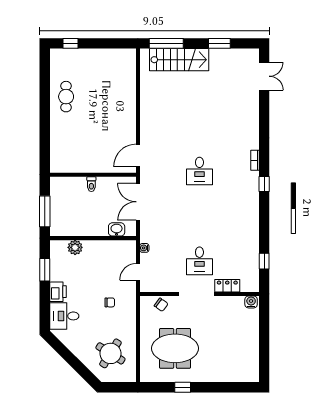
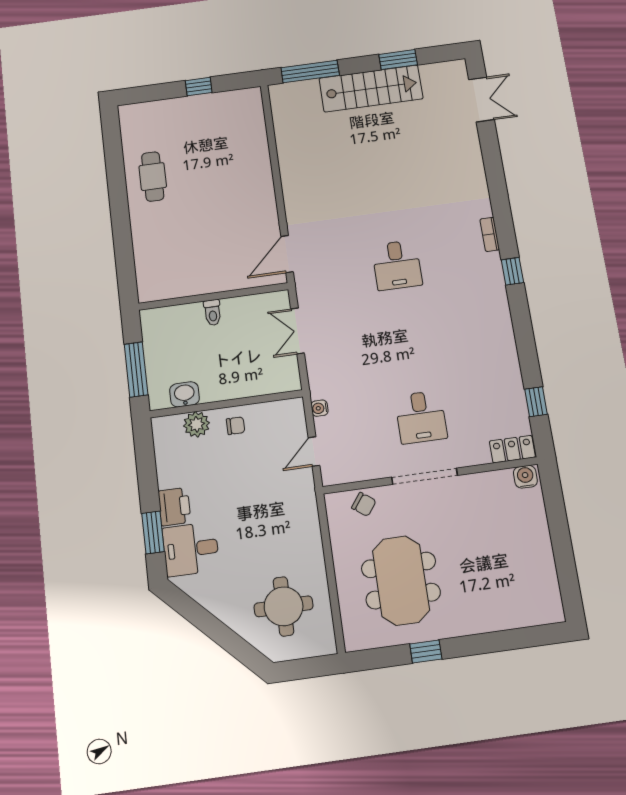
window: (71, 43) -> (199, 87), moved
stairs: (179, 60) -> (371, 88), moved
double door: (138, 202) -> (298, 331), width x0.73
washbasin: (117, 229) -> (184, 394), moved
window: (45, 270) -> (153, 532), moved
locker: (227, 286) -> (512, 449), moved
chair: (110, 302) -> (236, 426), moved
meeting table: (175, 348) -> (401, 580), turned 90
round table: (110, 353) -> (284, 606), turned -32

